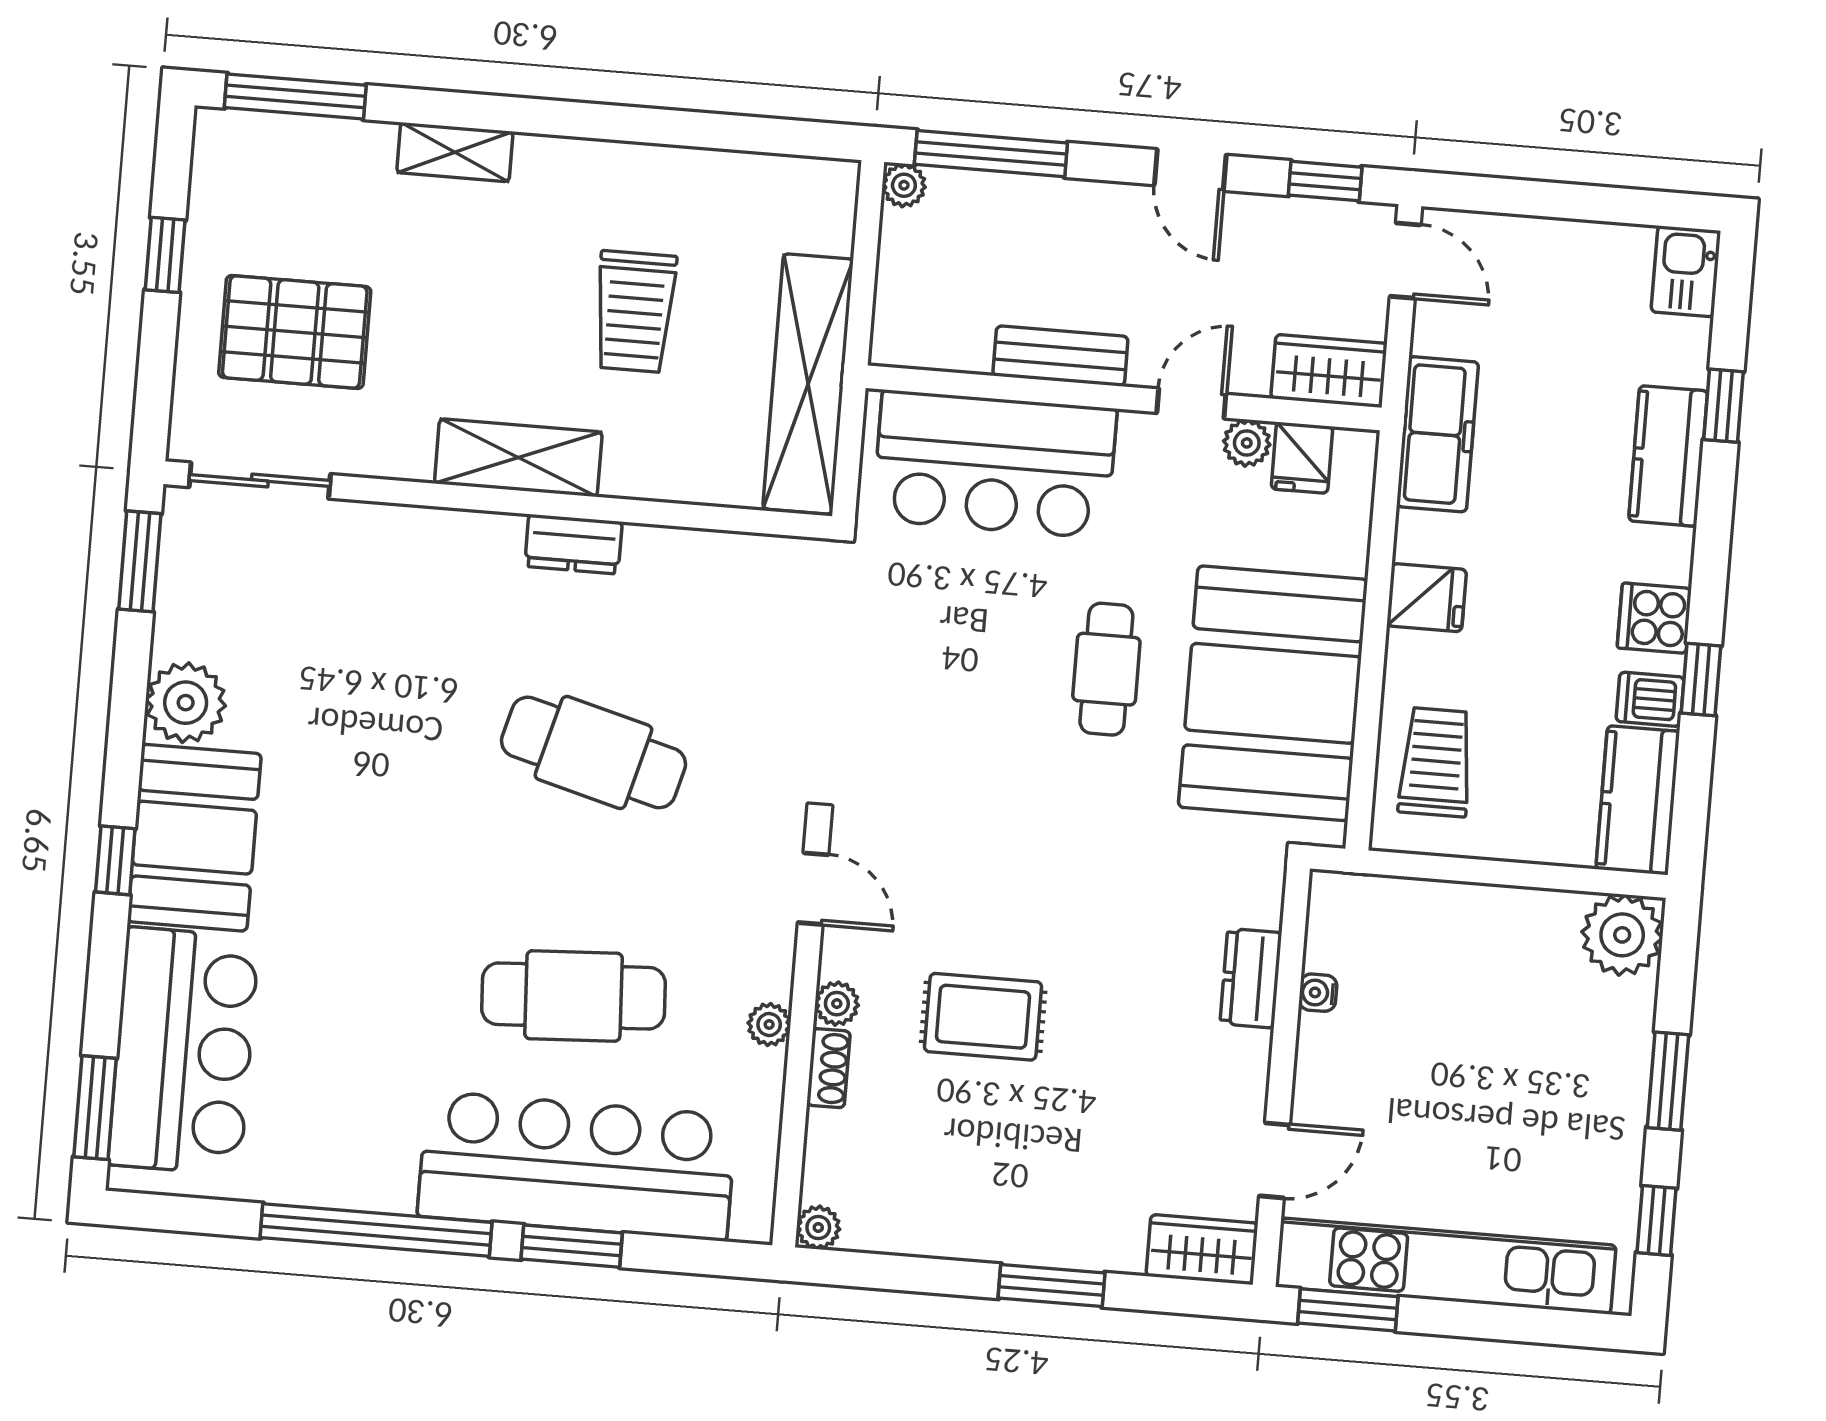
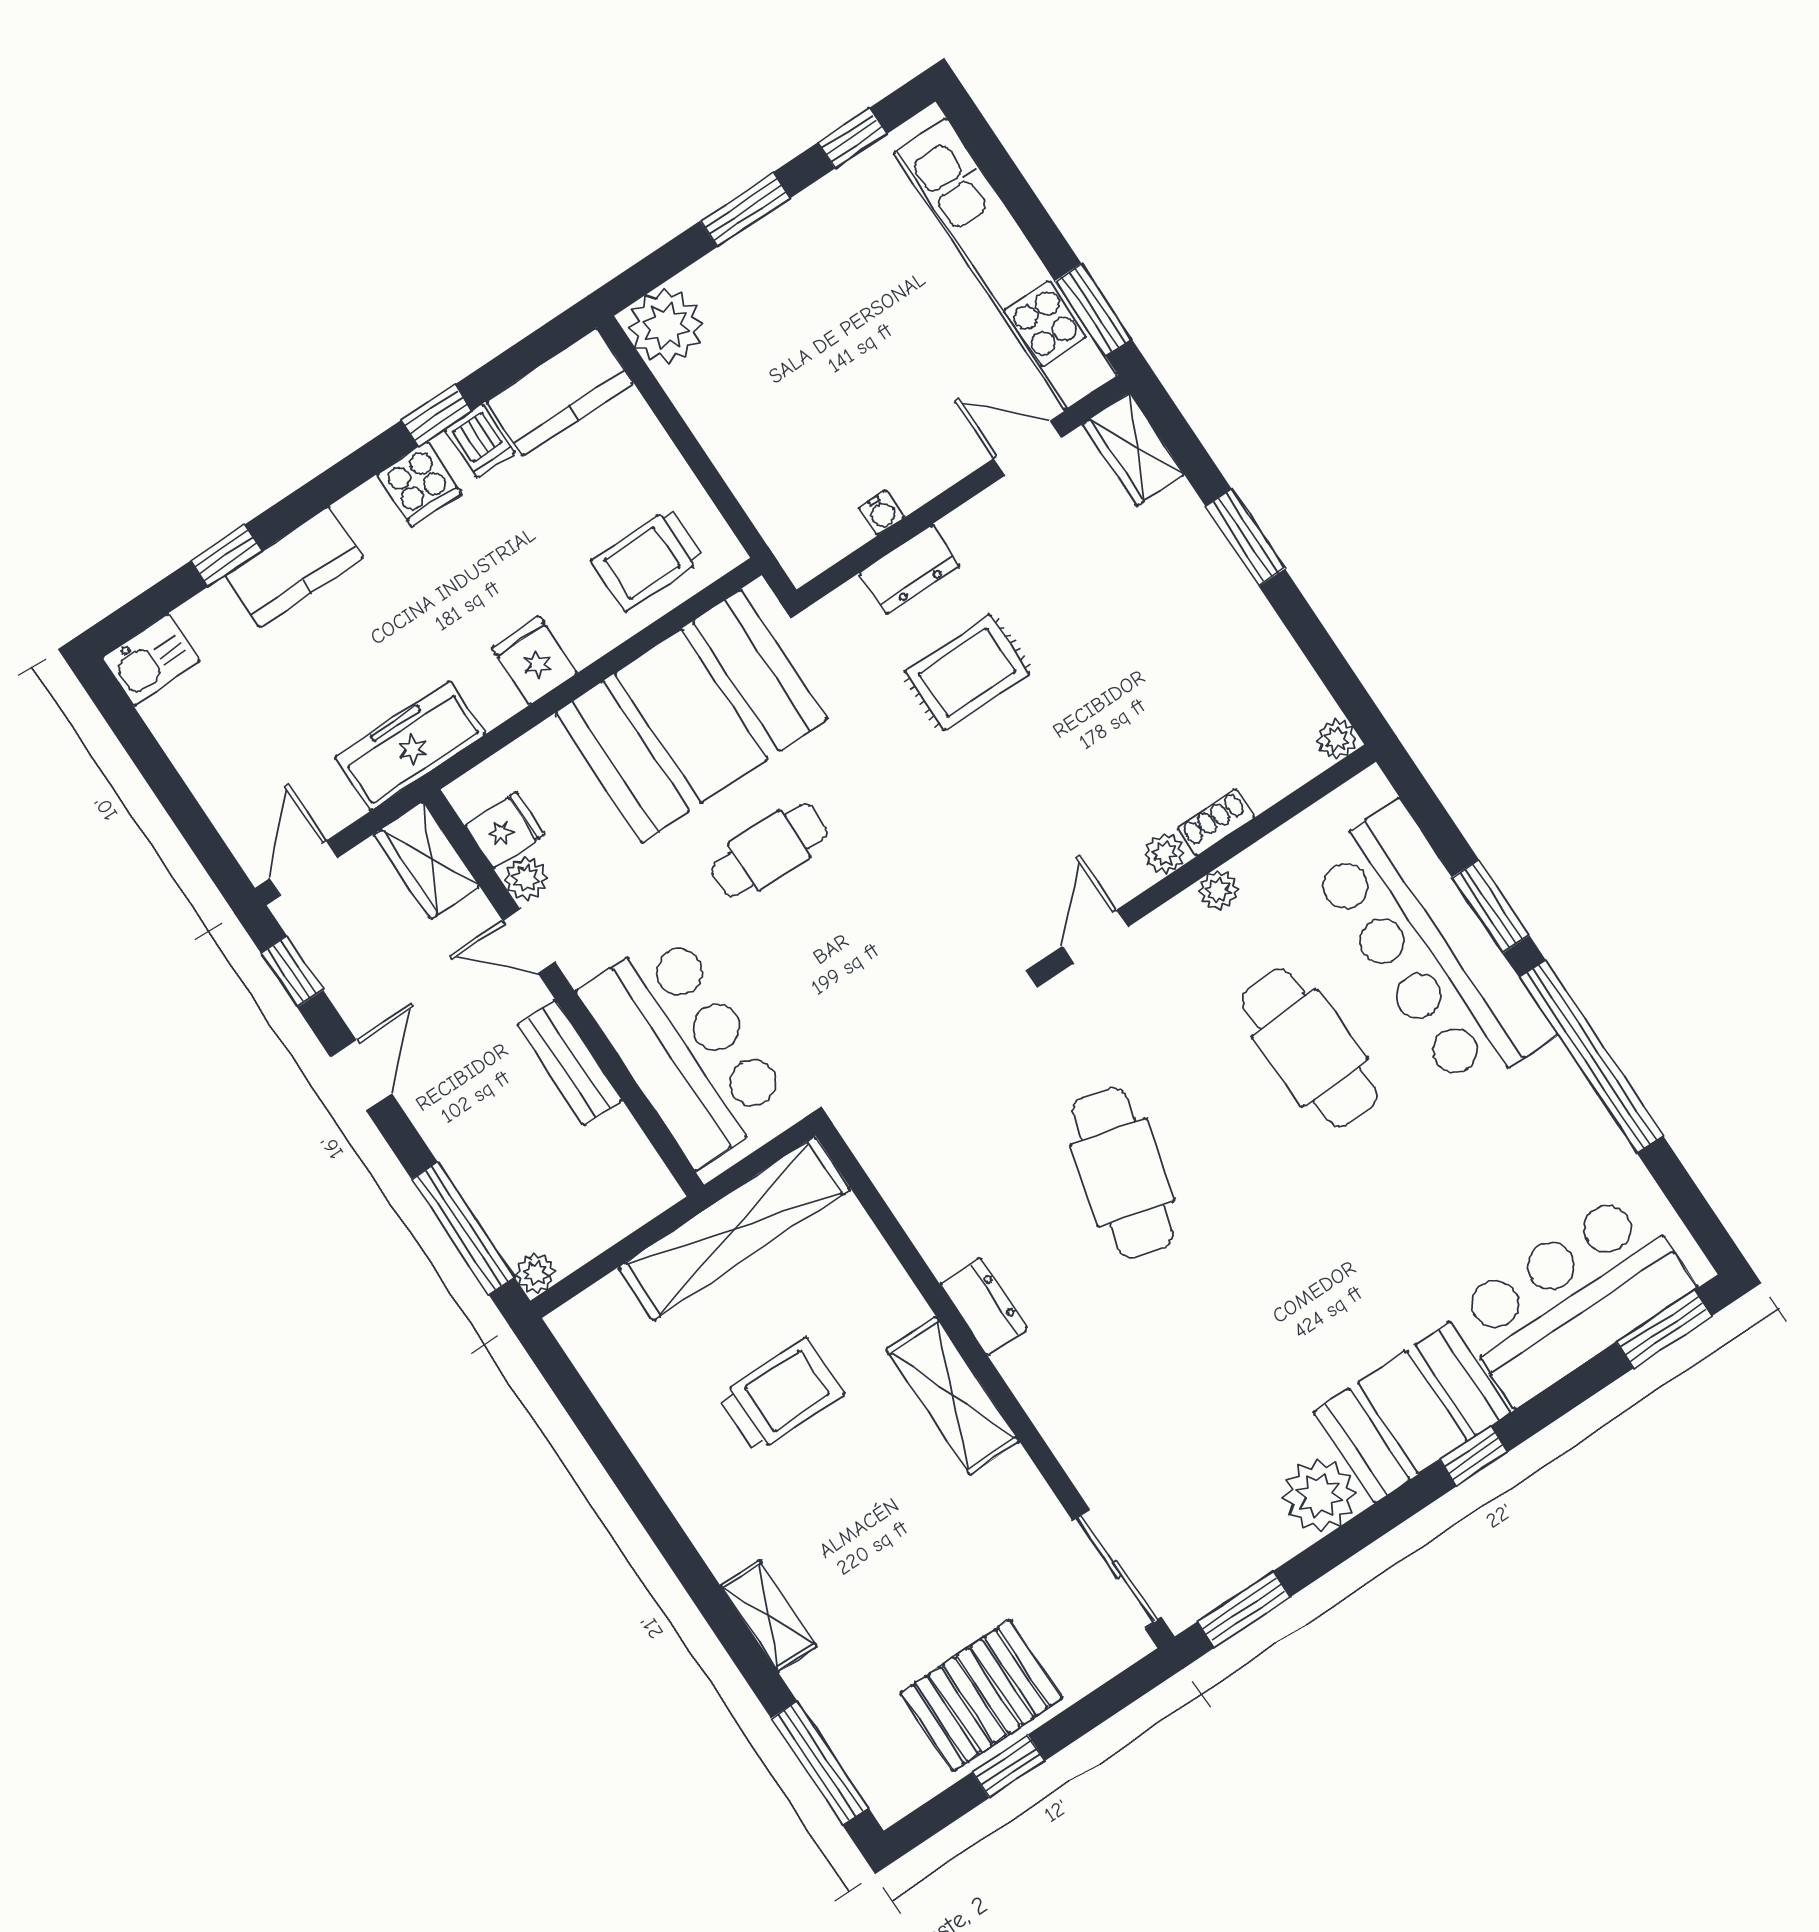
pallet: (295, 332) -> (981, 1696), moved, turned 90
rug: (983, 1017) -> (967, 673), moved, turned 90

